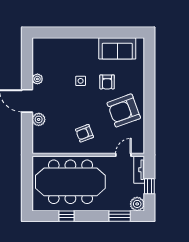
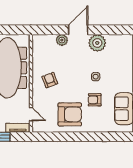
plant: (37, 79) -> (97, 43), width x1.87, depth x1.87
armchair: (124, 110) -> (70, 114), turned 110

